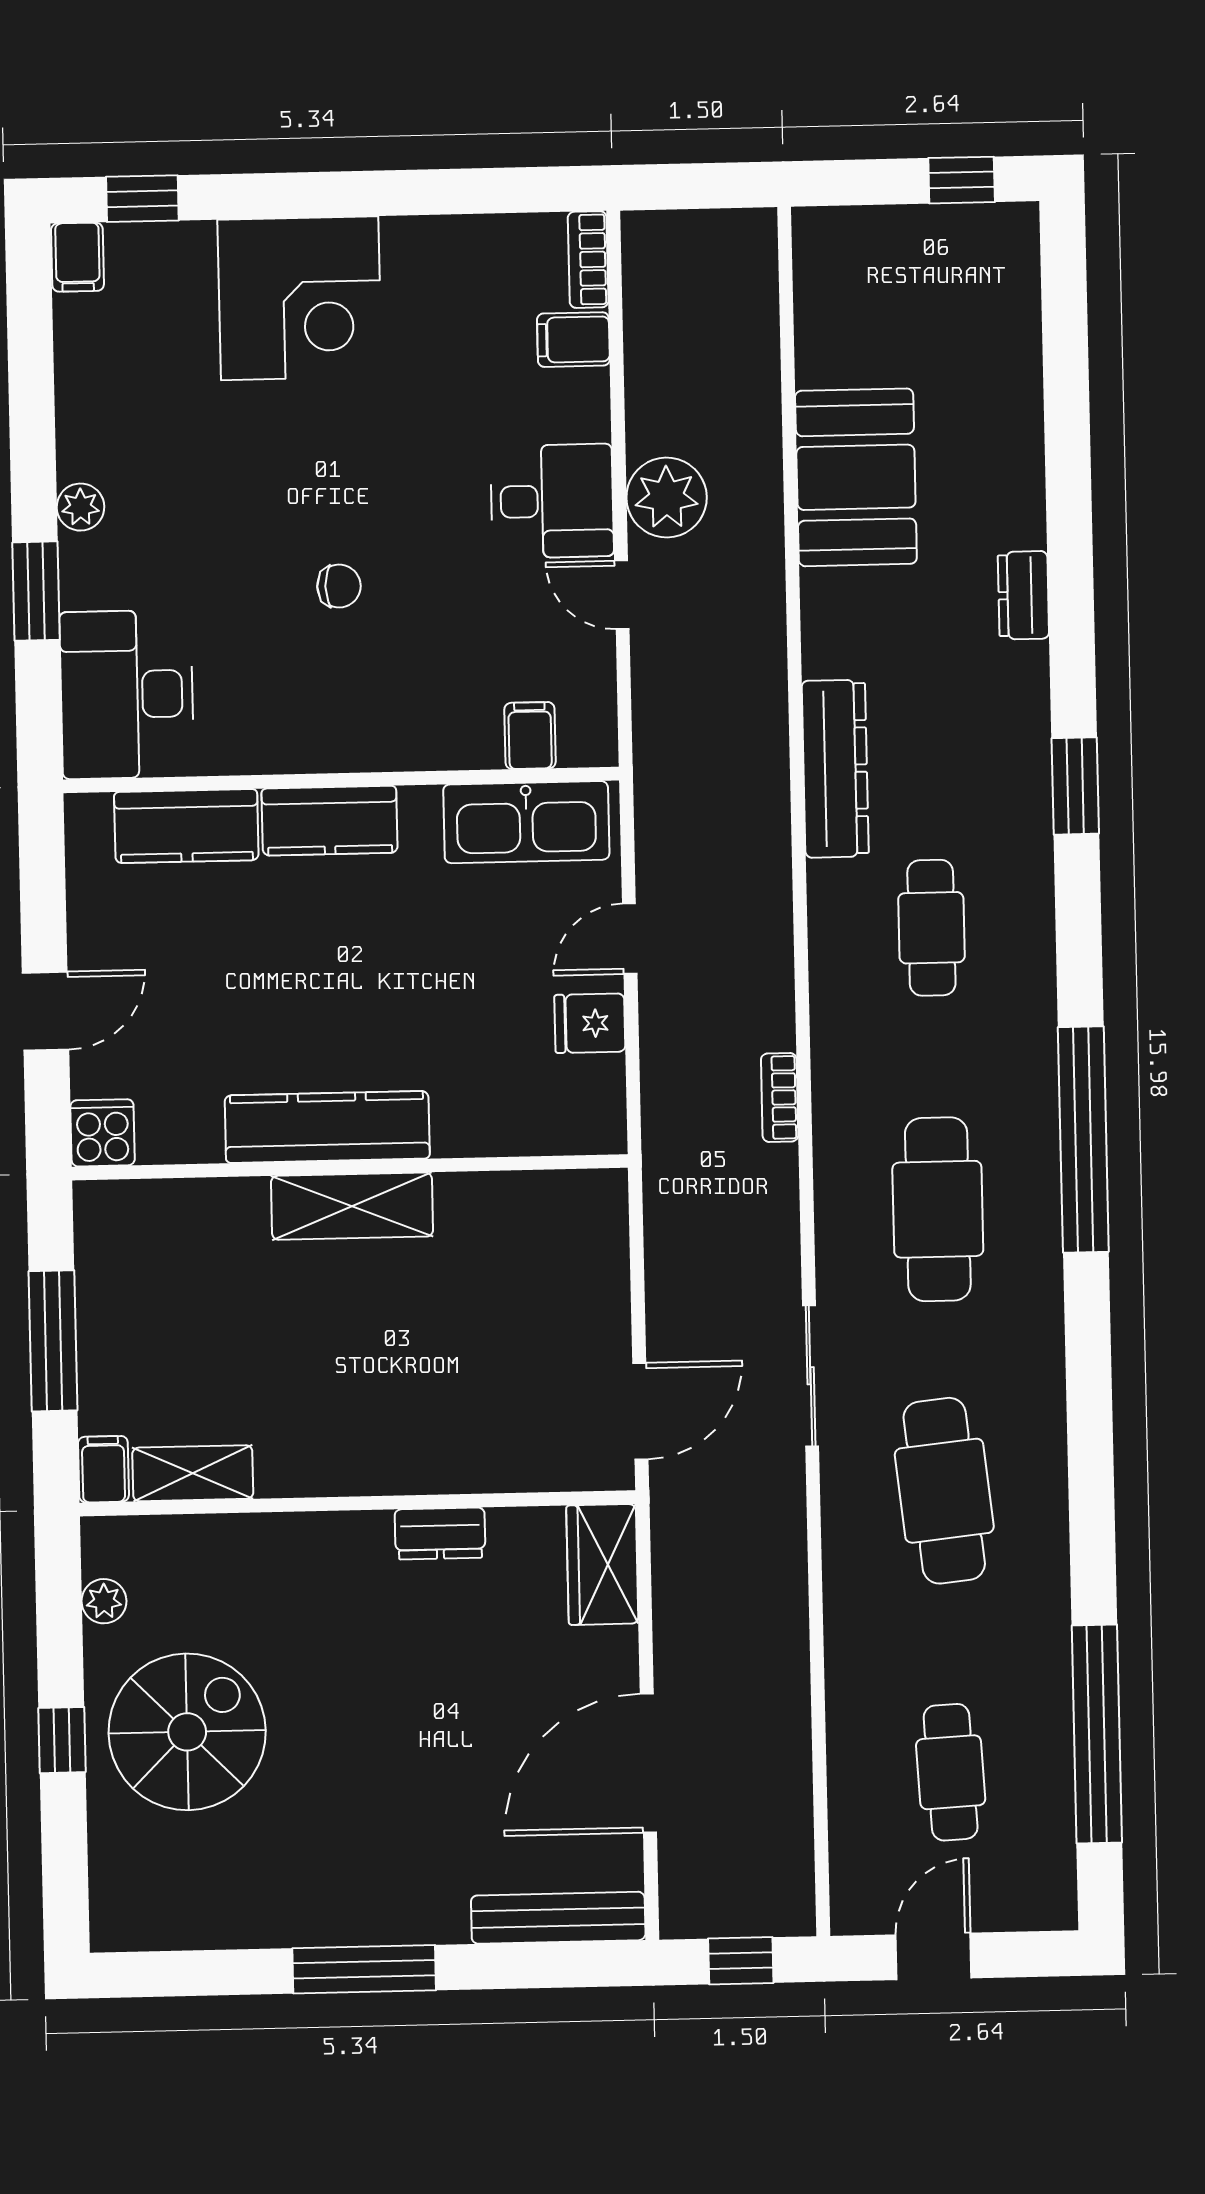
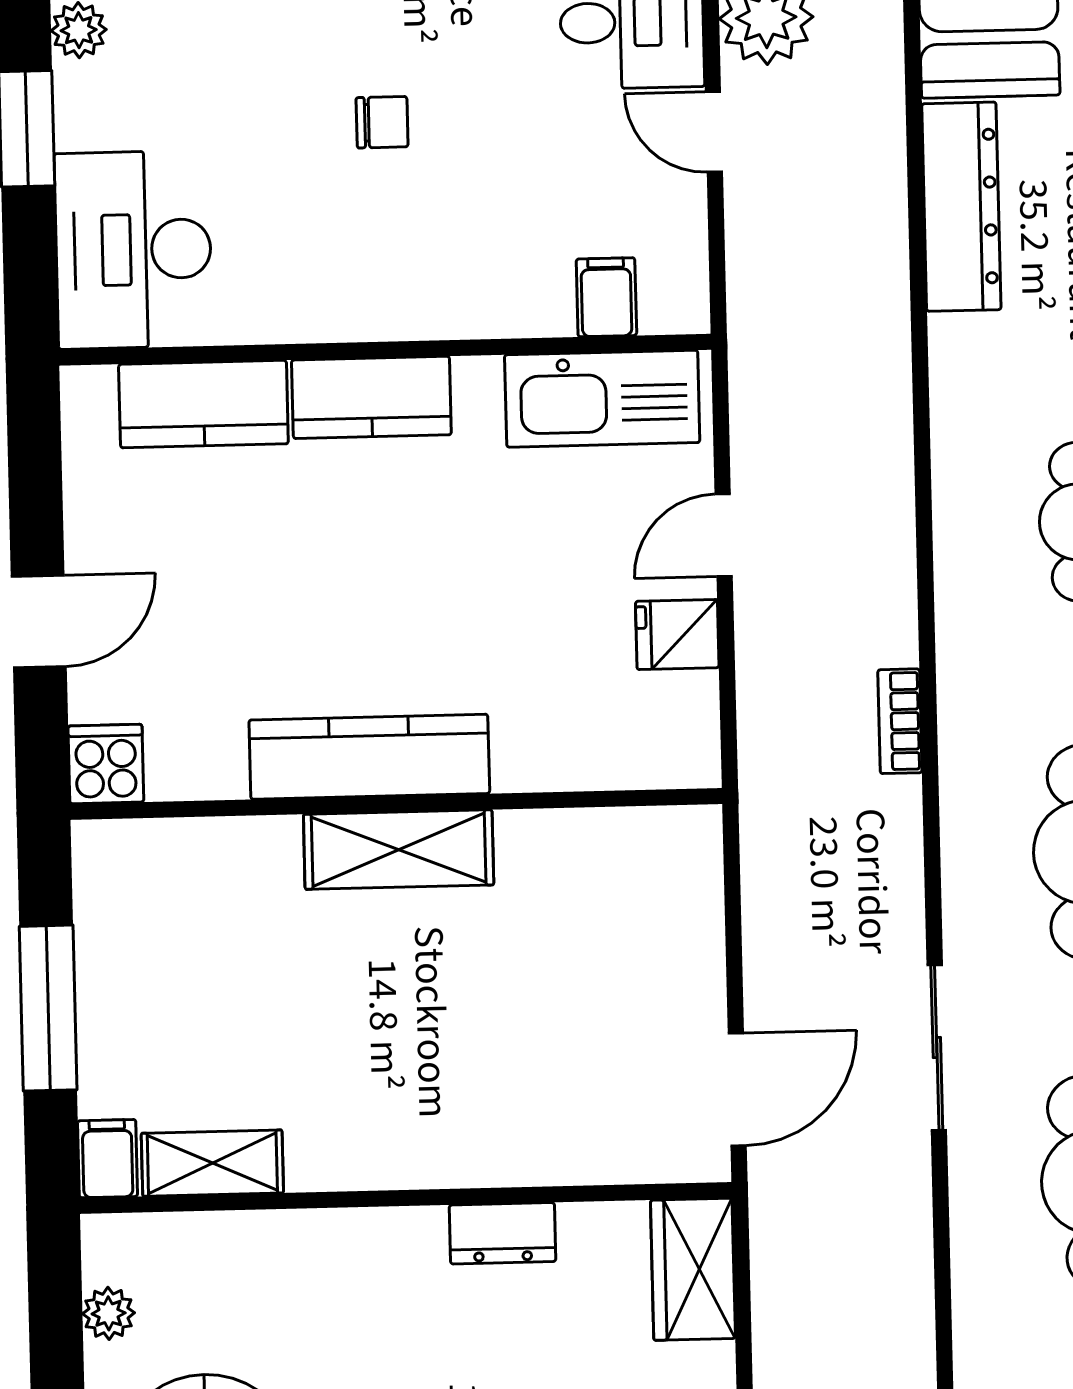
dresser: (835, 769) -> (961, 207), moved

